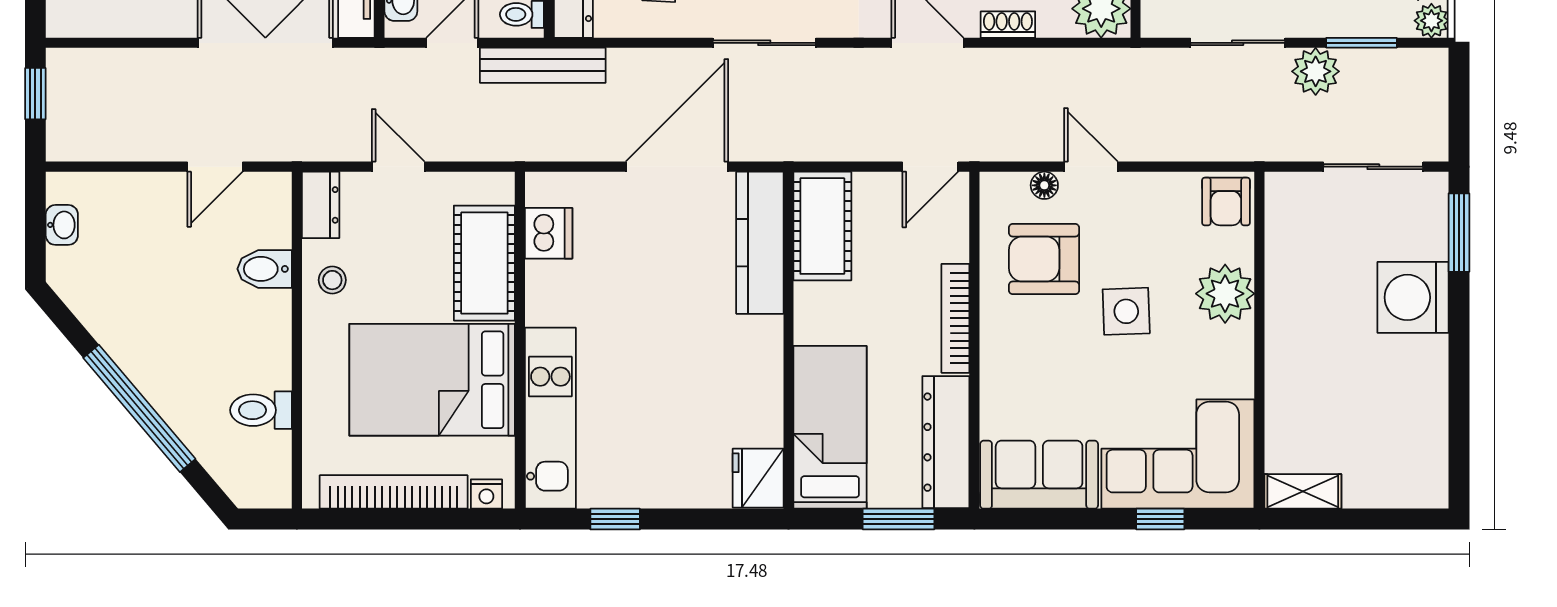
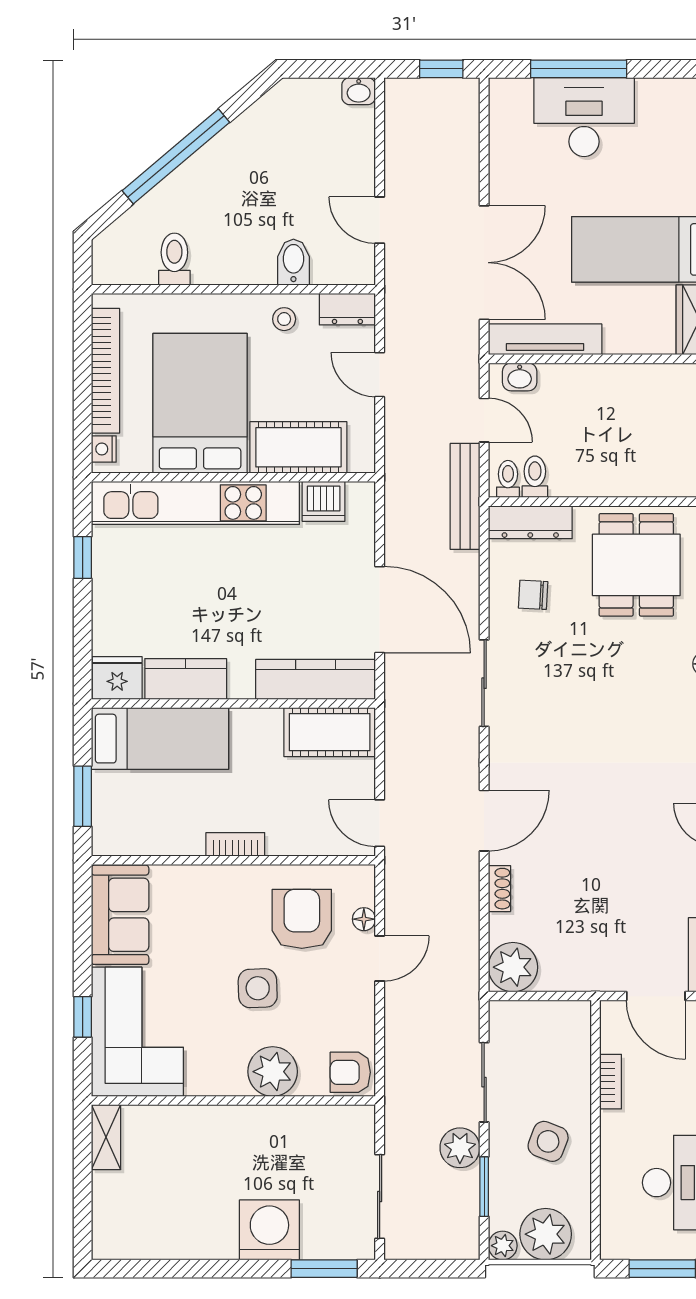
door: (398, 167) -> (380, 375), swing flipped
washbasin: (62, 225) -> (359, 91), moved
bookcase: (955, 318) -> (235, 844), width x0.64
kitchen counter: (759, 397) -> (186, 679), added
kitchen unit: (550, 418) -> (195, 503), width x1.36
dresser: (946, 442) -> (148, 836), removed

